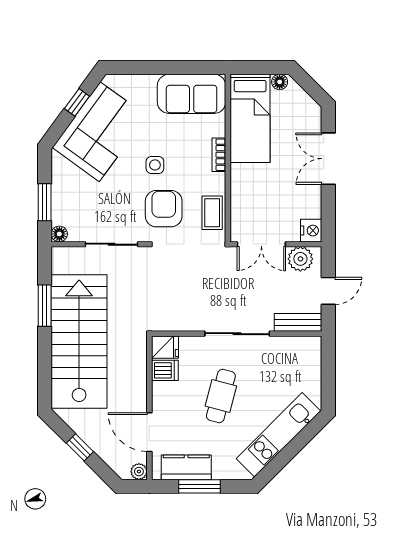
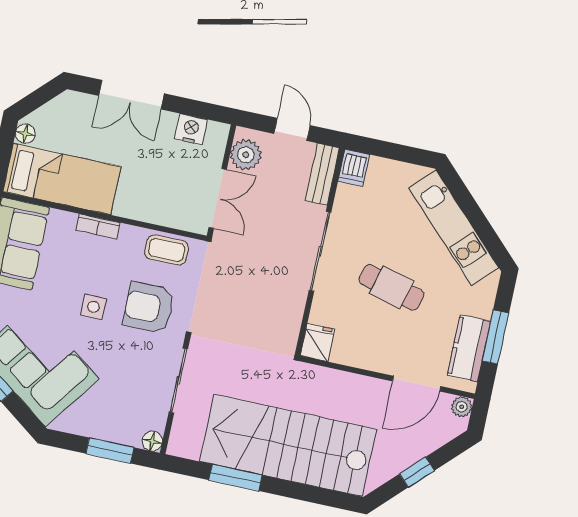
nightstand: (311, 231) -> (191, 129), moved
dishwasher: (165, 370) -> (354, 168), moved, turned 180

